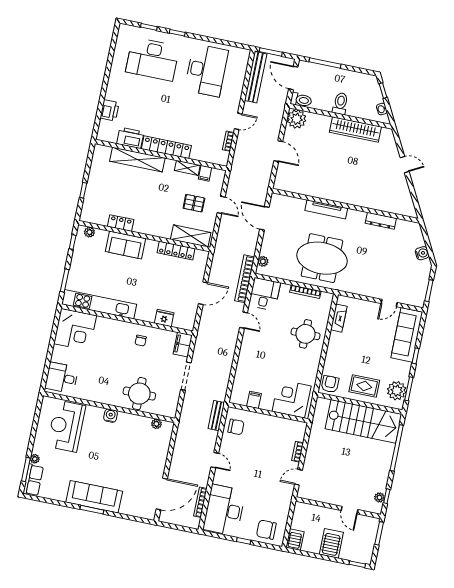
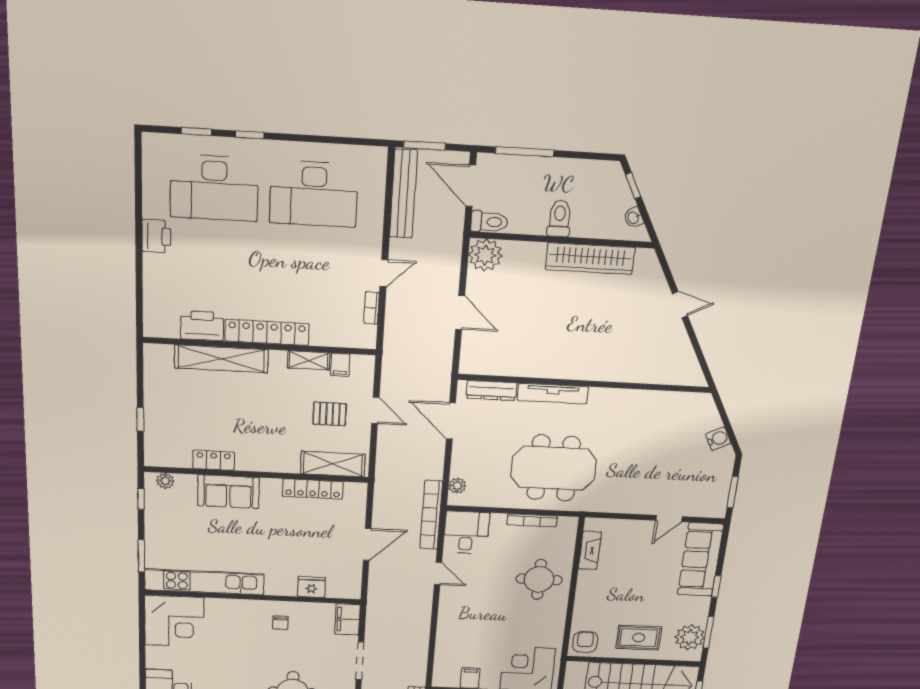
desk: (206, 70) -> (314, 194), turned 90
printer: (110, 110) -> (156, 236), moved
dresser: (381, 221) -> (492, 390), moved

